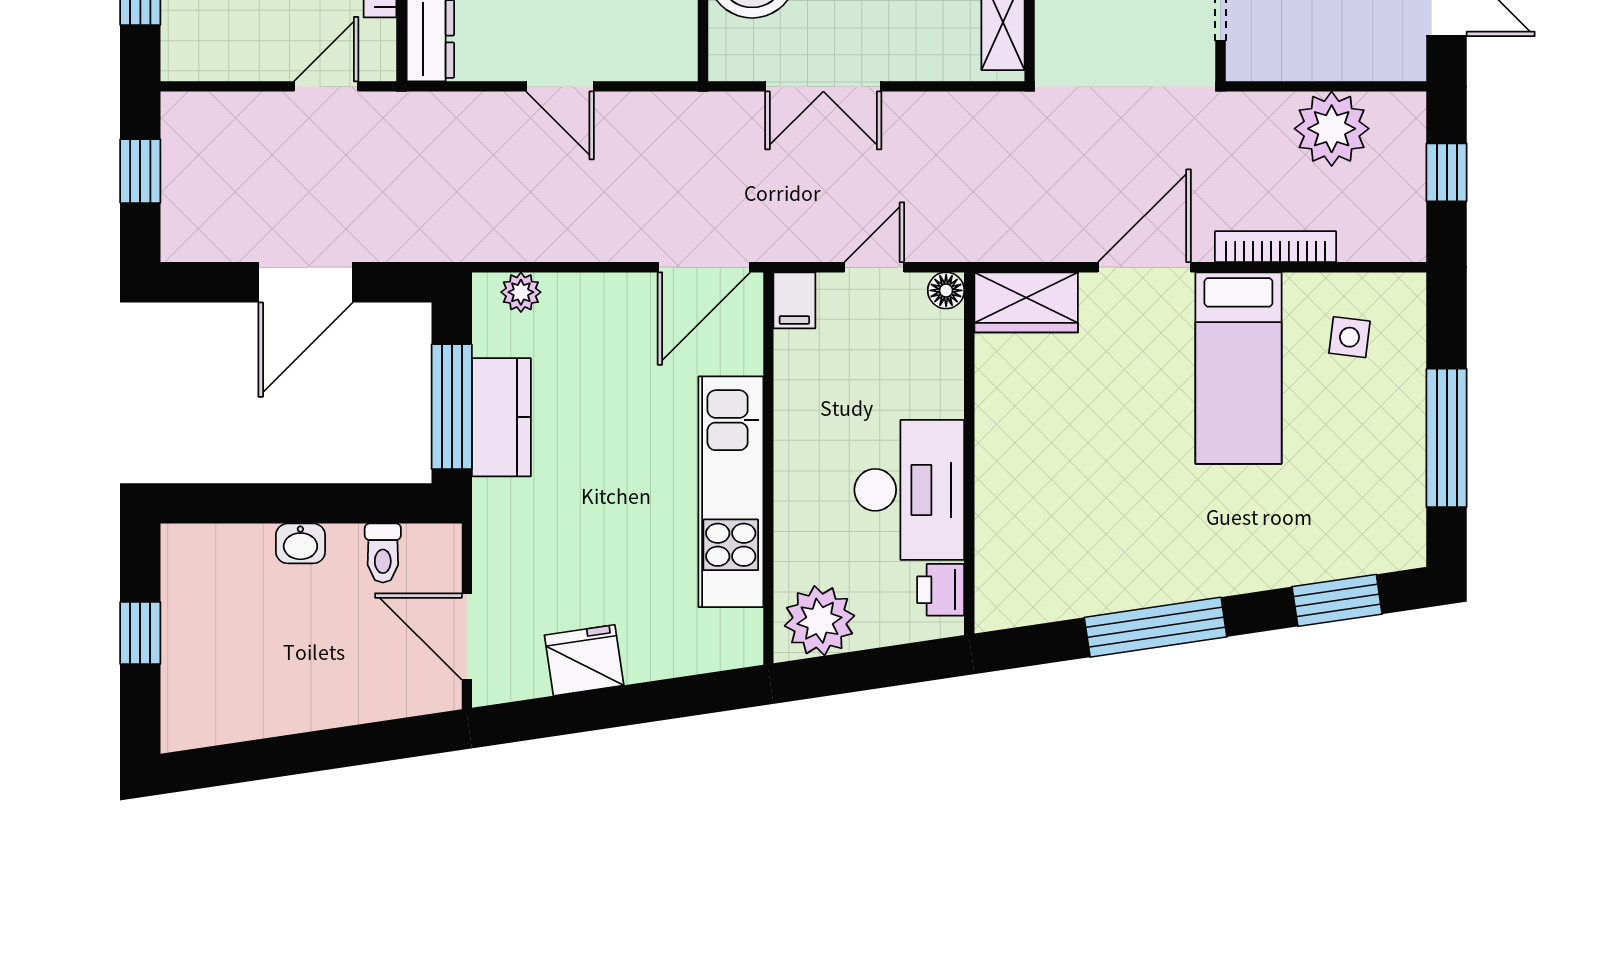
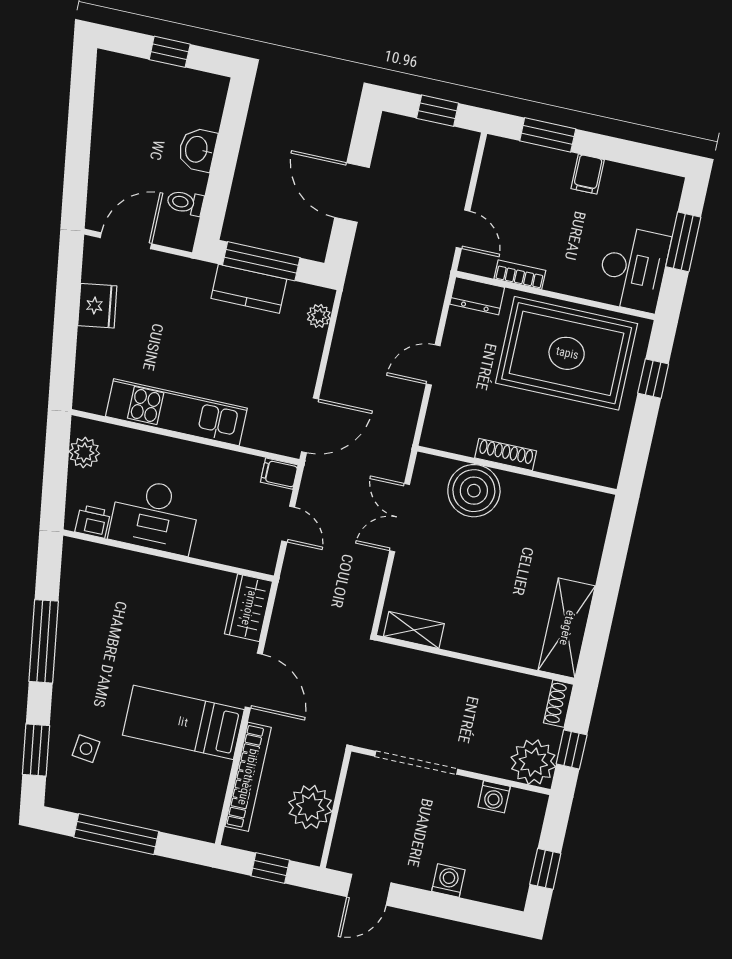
bookcase: (1275, 247) -> (248, 777), width x1.48, depth x1.31
door: (704, 267) -> (310, 425), swing flipped
floor lamp: (946, 290) -> (266, 563), removed
side table: (1349, 337) -> (86, 749), moved
washbasin: (300, 543) -> (197, 150), width x1.38, depth x1.45
plant: (820, 621) -> (84, 452), width x0.73, depth x0.73

